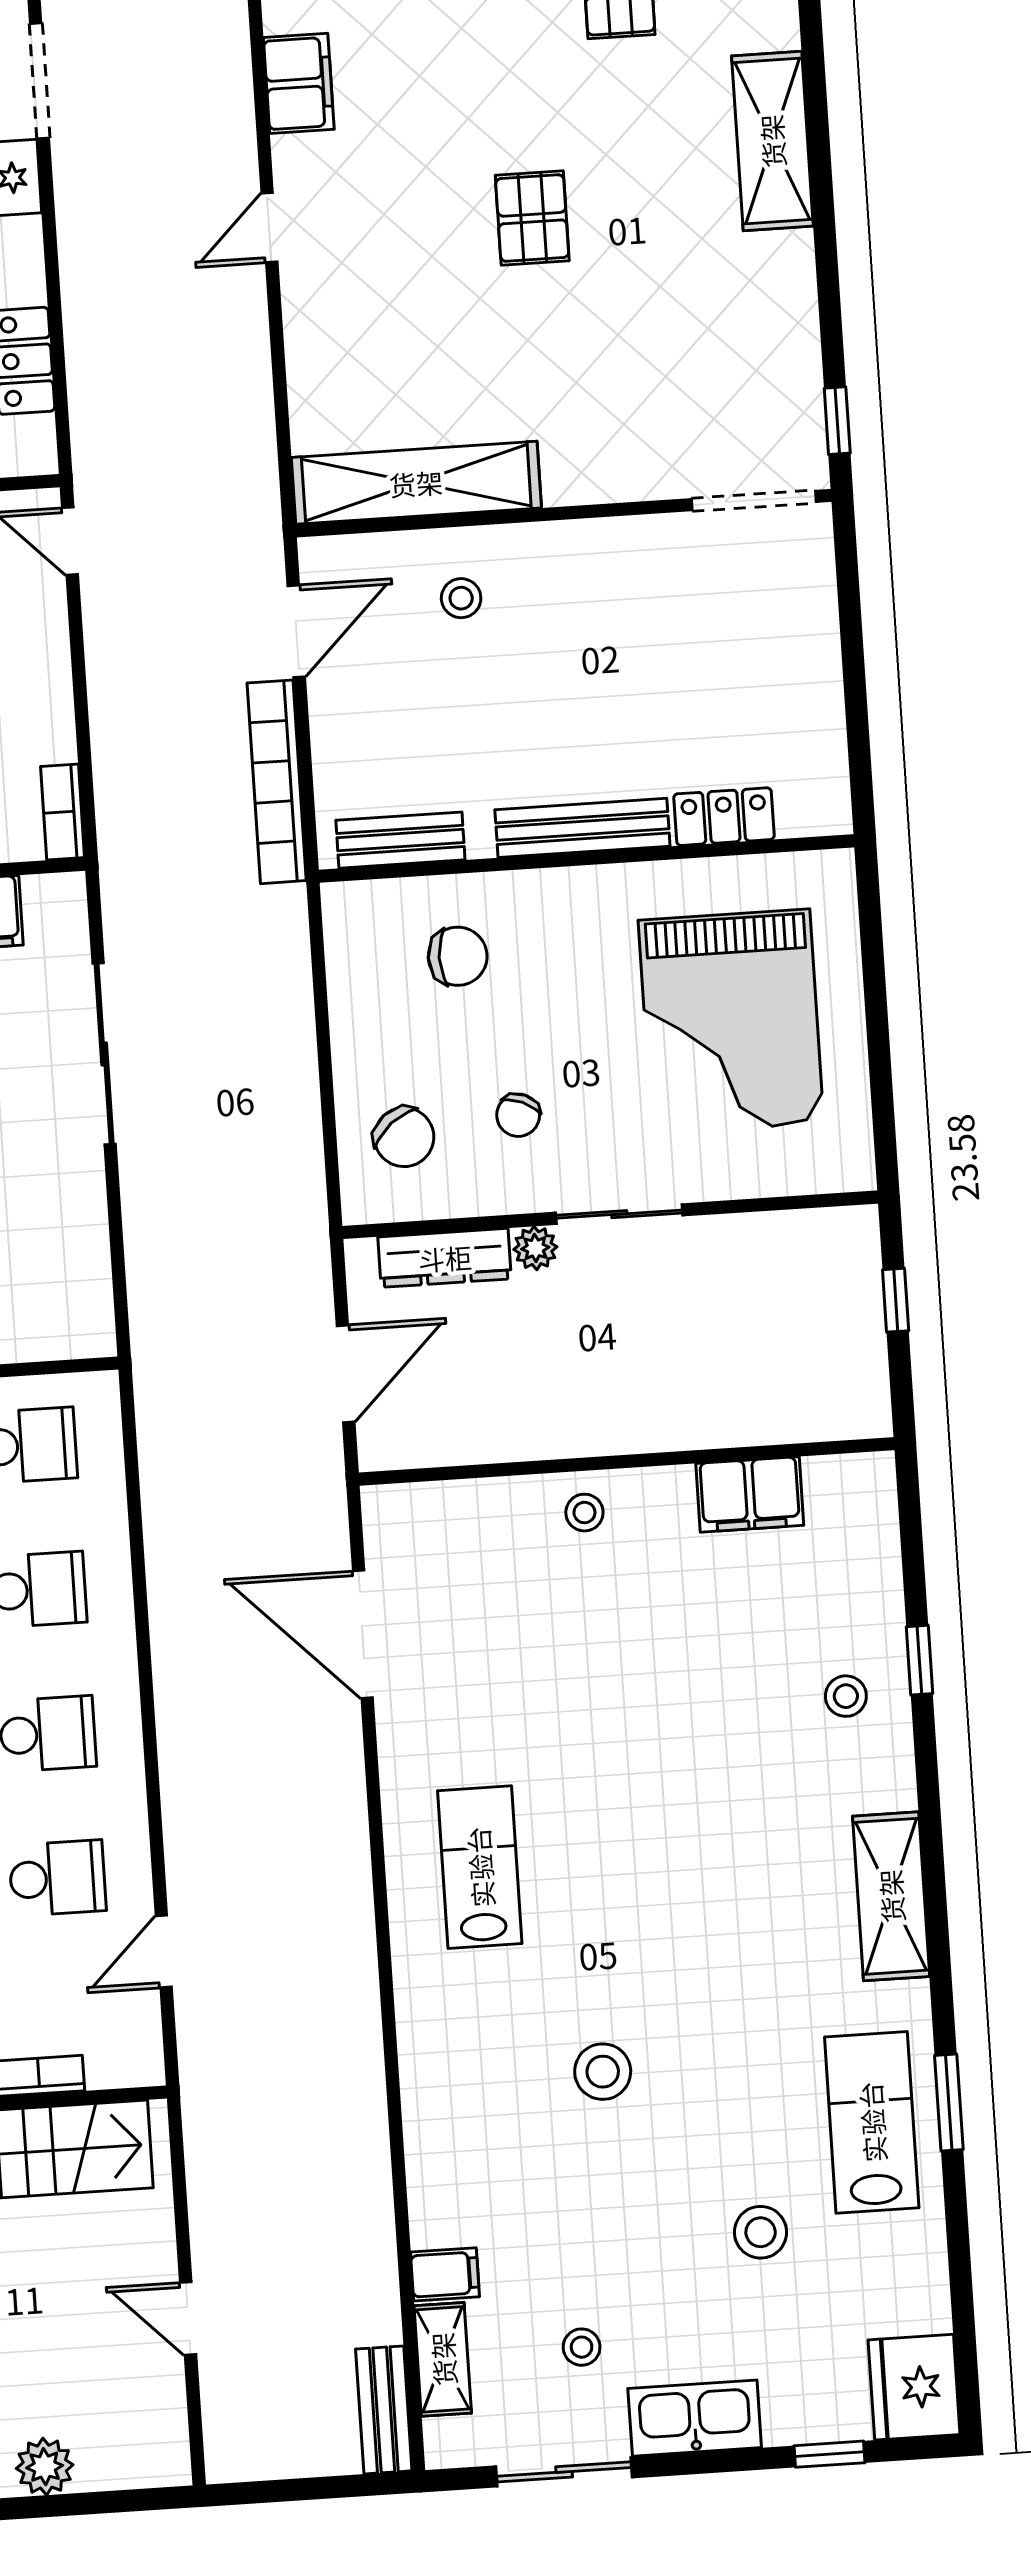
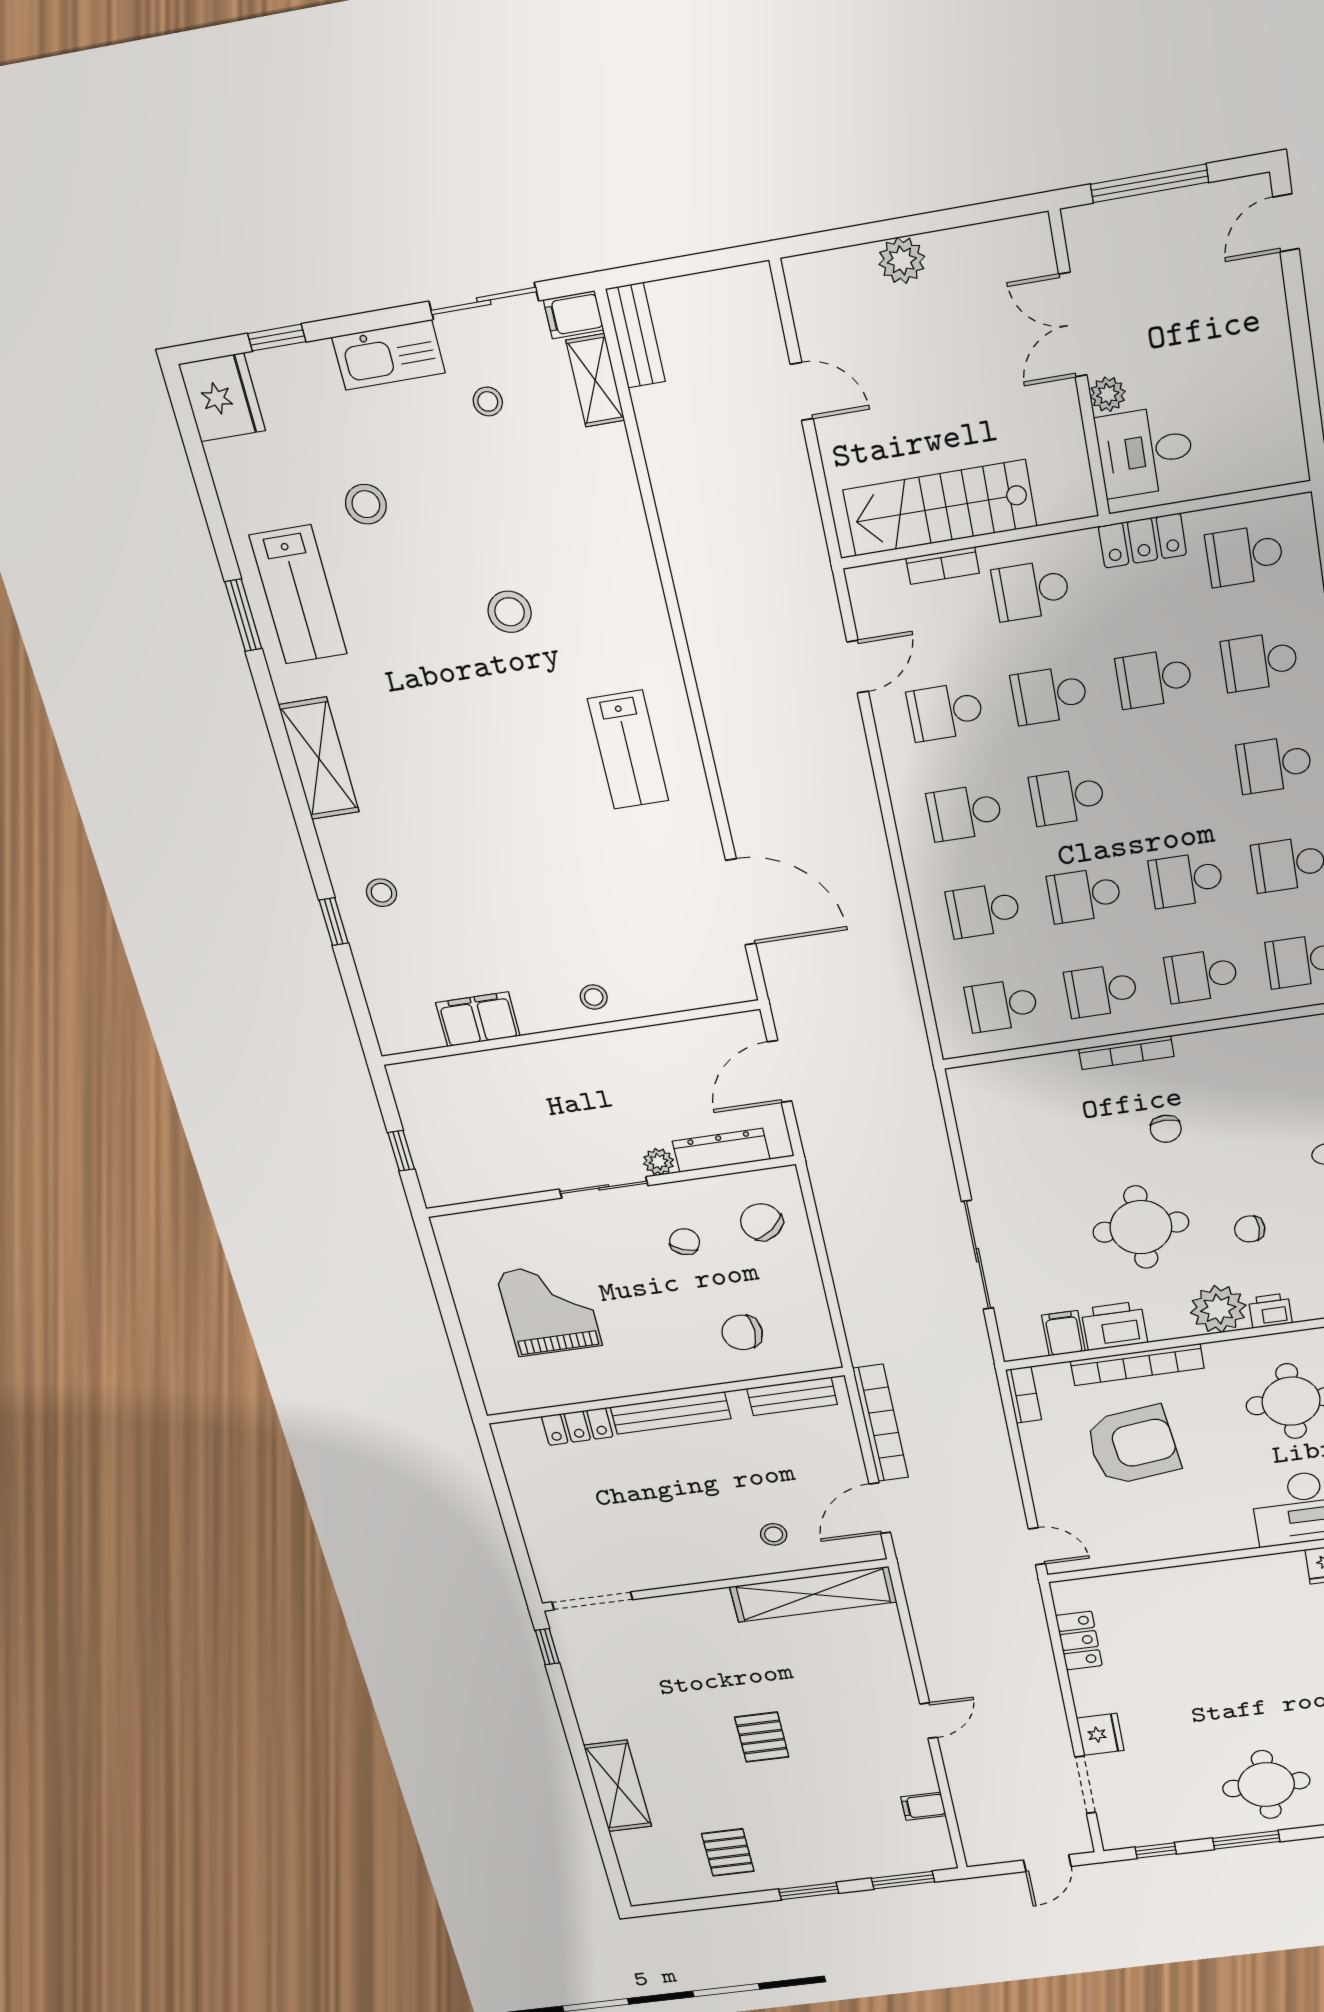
filing cabinet: (299, 83) -> (923, 1806), width x0.50
grand piano: (731, 1022) -> (549, 1309), width x0.73, depth x0.68
filing cabinet: (445, 2274) -> (574, 315), moved

